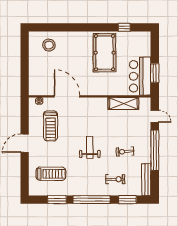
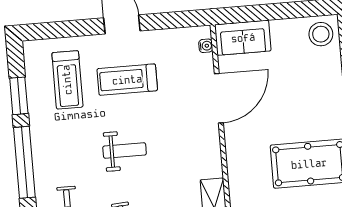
stool: (49, 45) -> (321, 34), moved
sofa: (37, 81) -> (243, 38), added
treadmill: (51, 126) -> (127, 80), moved

